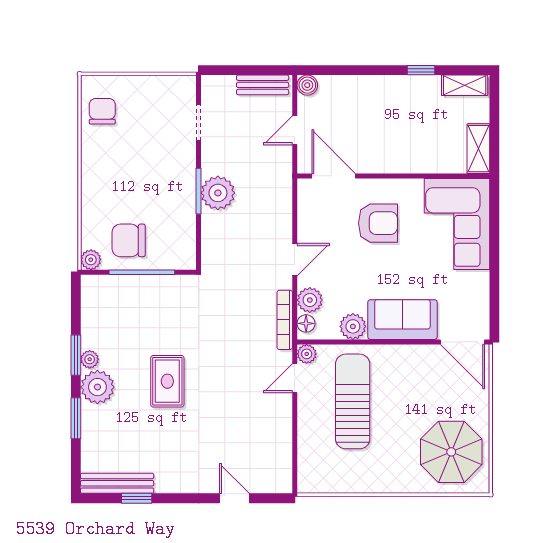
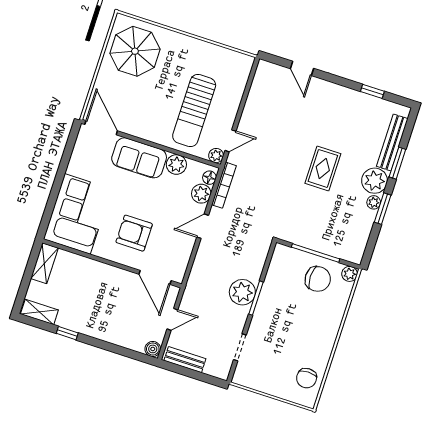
bench: (117, 483) -> (392, 142), moved, turned 90

